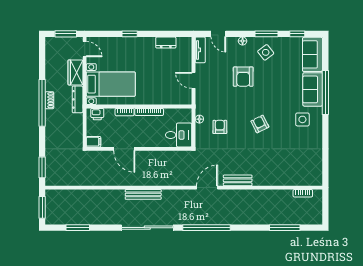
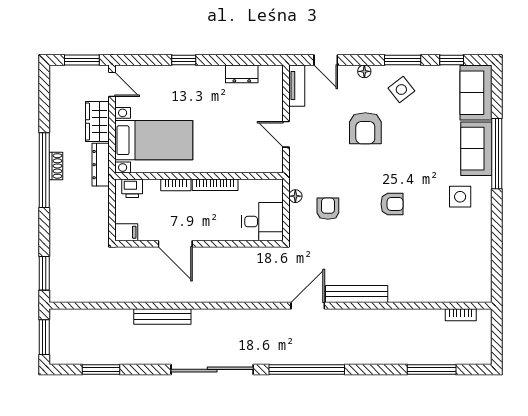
armchair: (260, 124) -> (392, 204), turned 117
bench: (238, 180) -> (357, 294), width x1.36
bench: (143, 194) -> (162, 316), moved

